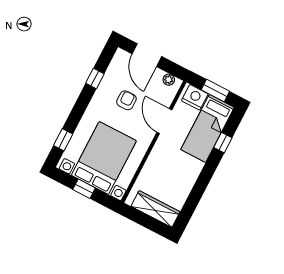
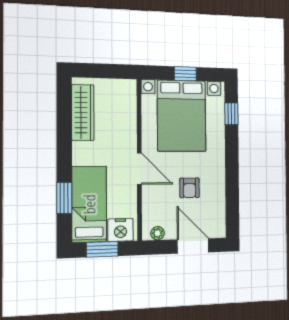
window: (95, 78) -> (232, 193), removed
door: (164, 121) -> (139, 169), moved
window: (223, 143) -> (64, 198), width x1.50
wardrobe: (156, 209) -> (83, 113), moved, turned -90

